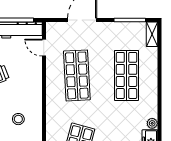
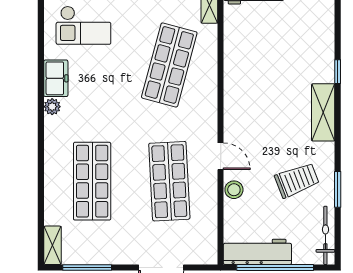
door: (44, 48) -> (221, 156), moved
stool: (18, 119) -> (234, 190), moved

